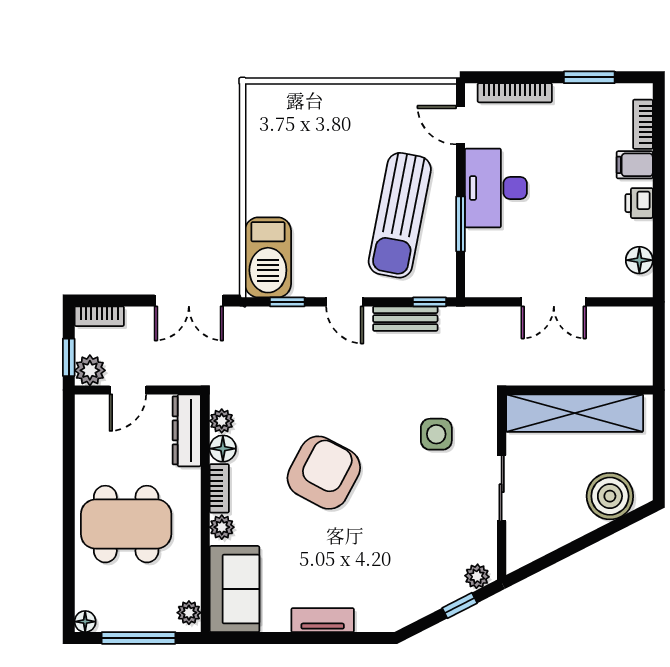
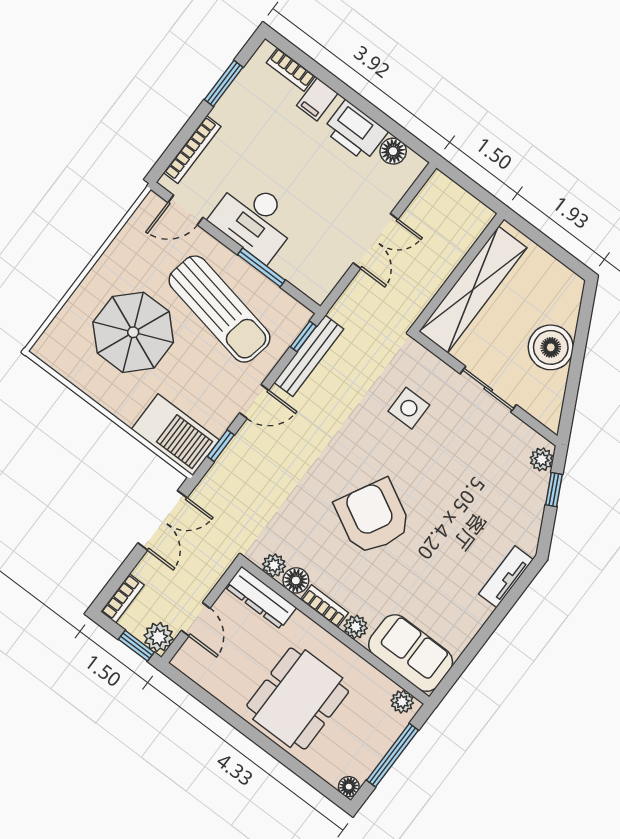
parasol: (326, 158) -> (133, 332), added
printer: (639, 203) -> (355, 131), width x1.87, depth x1.48
bench: (405, 319) -> (309, 356), width x1.36
boiler: (610, 496) -> (551, 347), moved
tv unit: (323, 620) -> (506, 577), moved

